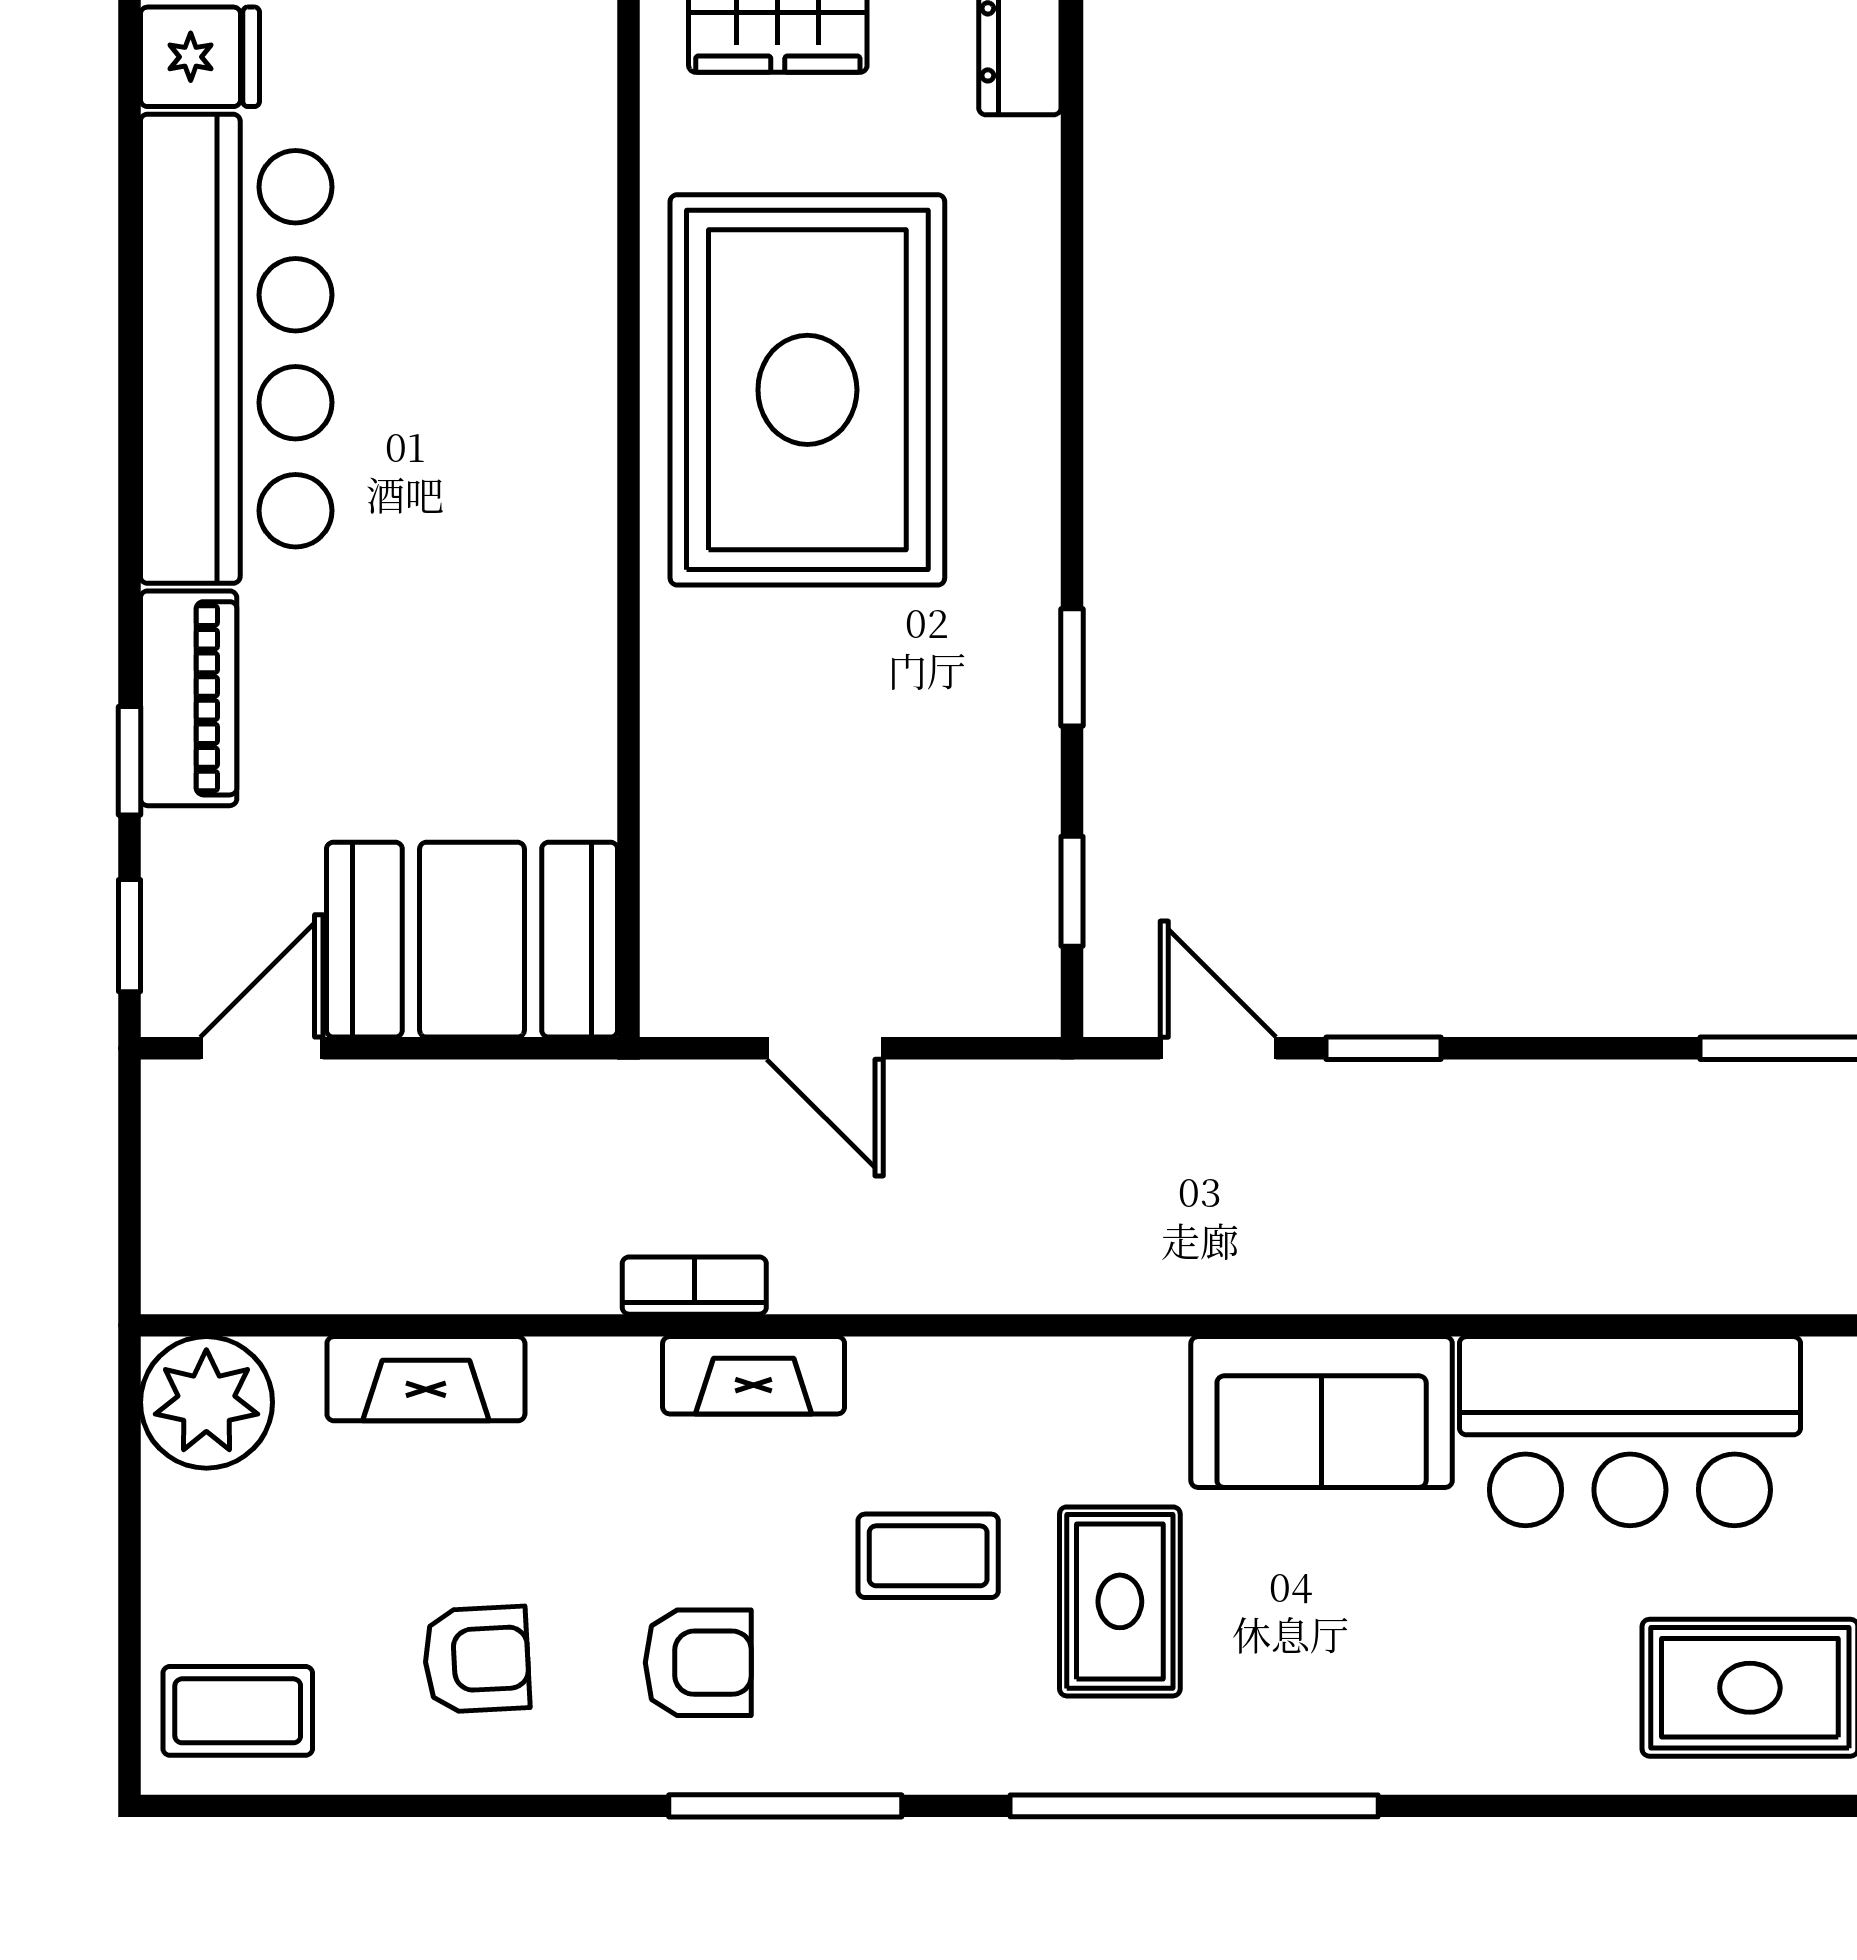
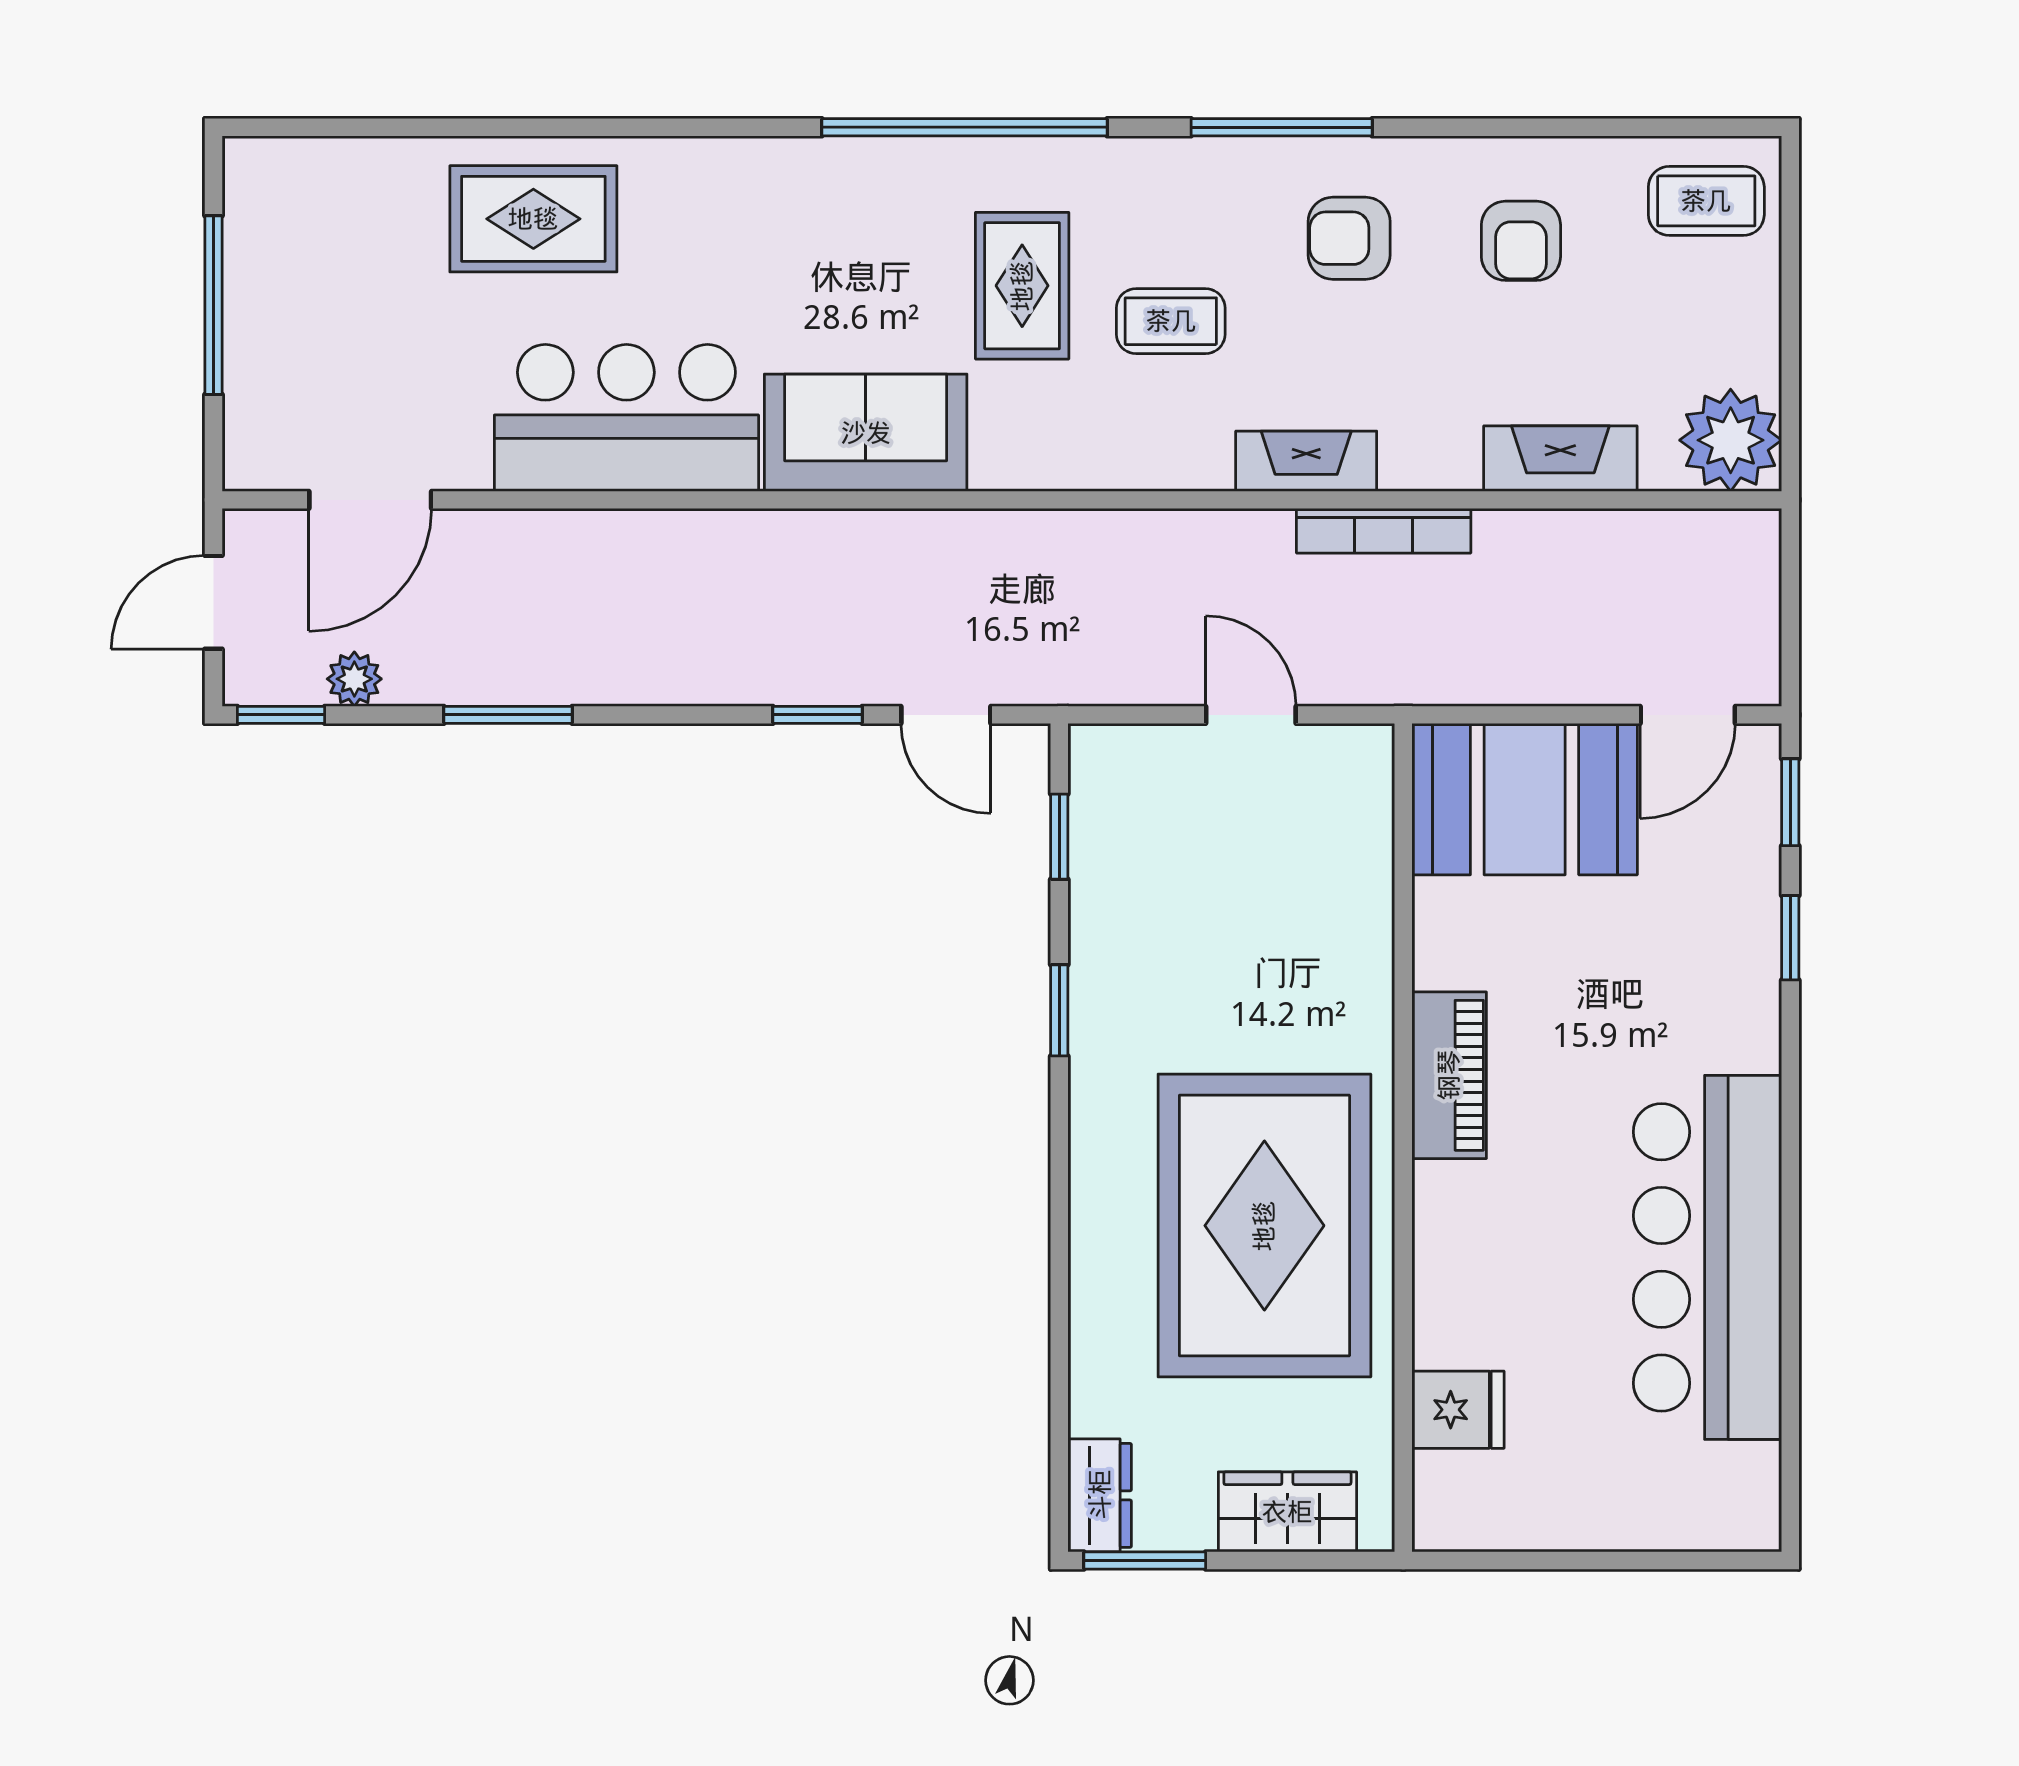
fridge: (200, 57) -> (1458, 1410), moved, turned 180
piano: (189, 698) -> (1449, 1075), moved, turned 180
bookcase: (694, 1286) -> (1384, 531), width x1.56
armchair: (477, 1659) -> (1521, 241), turned -87

